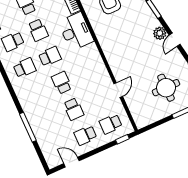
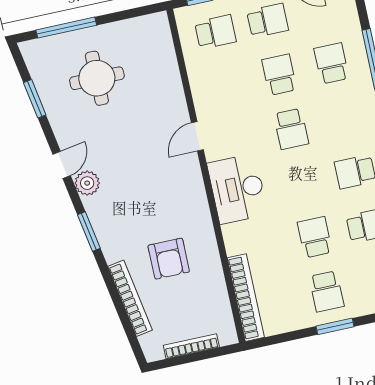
desk: (76, 31) -> (237, 189), moved
school desk: (50, 56) -> (331, 63), moved, turned 90
door: (118, 90) -> (197, 136), moved

